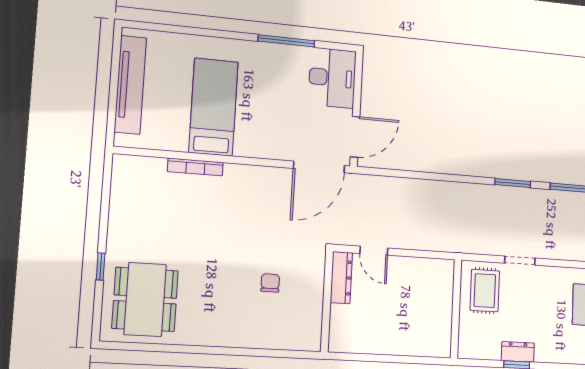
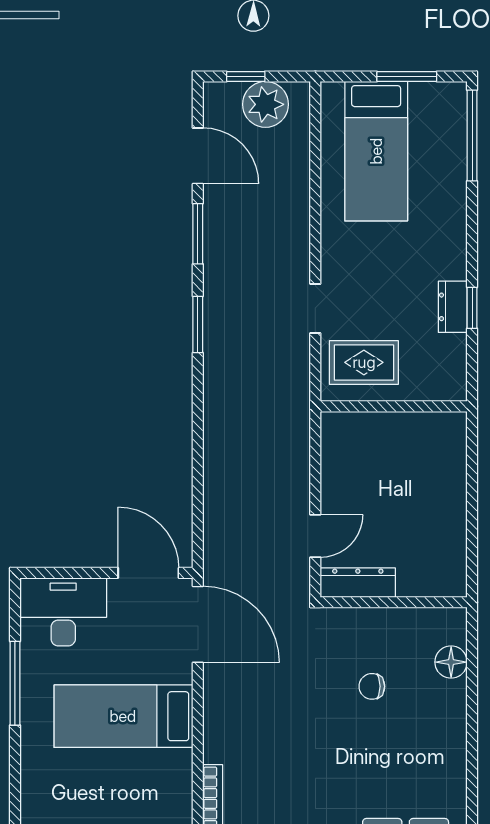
bed: (213, 107) -> (123, 716), moved
floor lamp: (284, 339) -> (451, 662), added

